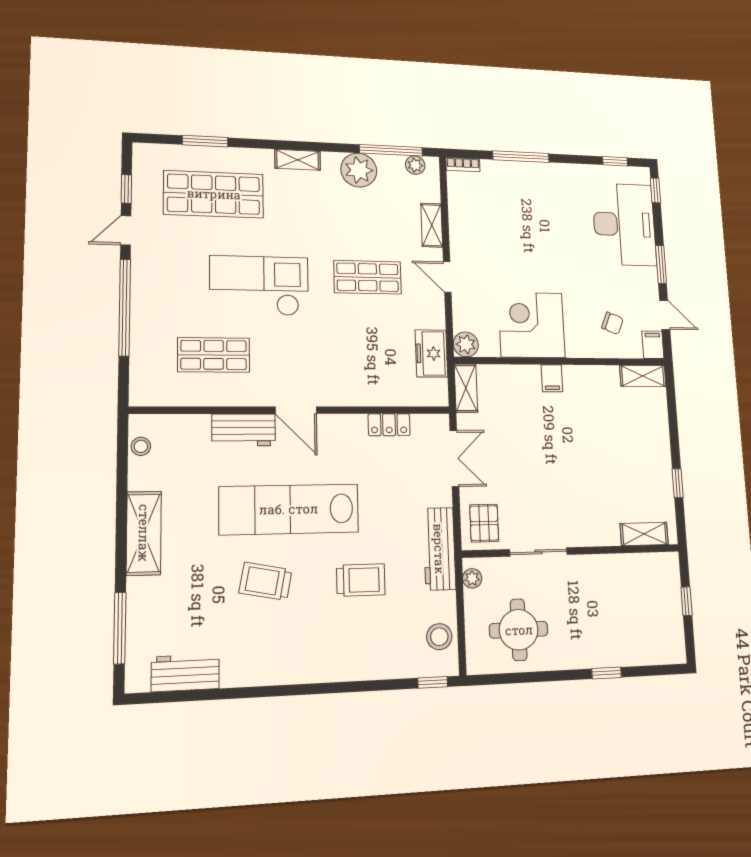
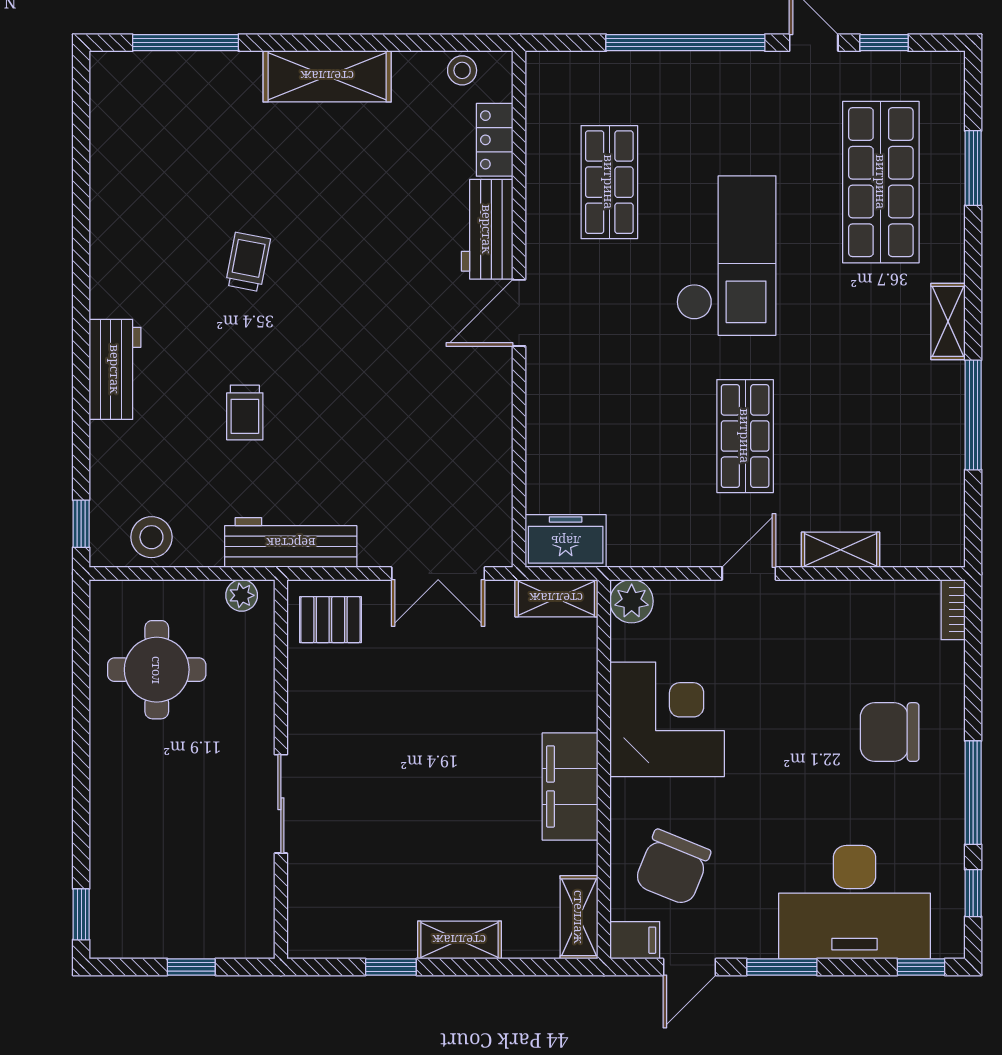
window: (391, 150) -> (973, 415), moved
window: (521, 157) -> (973, 793), moved
plant: (415, 165) -> (948, 524), removed
plant: (359, 170) -> (934, 426), removed
chair: (532, 202) -> (890, 732), added
chair: (612, 323) -> (673, 867), width x1.87, depth x1.87
freezer: (431, 353) -> (566, 541), moved
filing cabinet: (552, 378) -> (570, 786), width x3.00, depth x1.17
locker: (389, 425) -> (495, 140), moved
lab bench: (289, 509) -> (359, 300), removed
shelving: (644, 534) -> (459, 940), moved, turned 90
sliding door: (538, 552) -> (281, 804), moved
trolley: (361, 580) -> (245, 412), width x0.73, depth x0.72
trolley: (266, 581) -> (248, 262), width x0.73, depth x0.72
workbench: (185, 673) -> (115, 369), moved
window: (607, 673) -> (81, 914), moved

